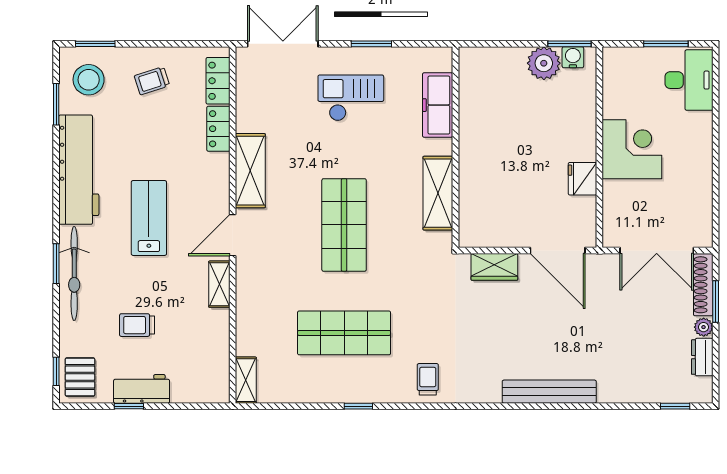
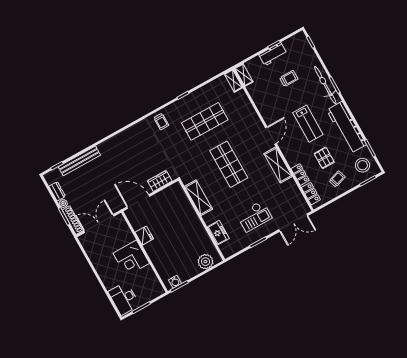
plant: (544, 63) -> (205, 262), moved
freezer: (438, 105) -> (218, 233), width x0.71
shelving: (219, 284) -> (244, 75), moved
pallet: (80, 377) -> (324, 158), moved
bench: (549, 392) -> (79, 161), moved

